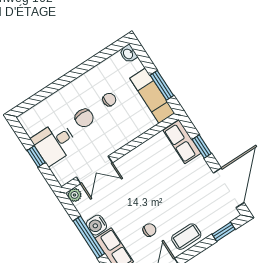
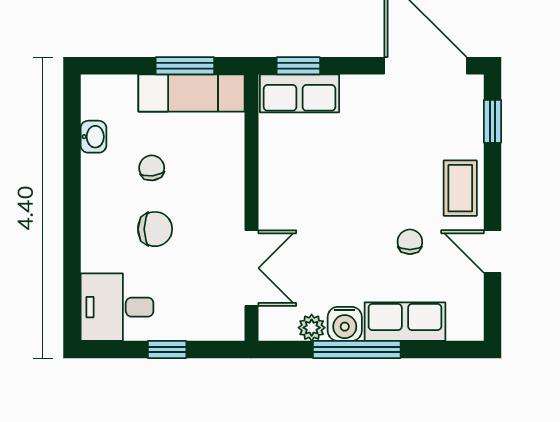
washbasin: (128, 54) -> (93, 137), moved, turned -90
desk: (55, 143) -> (117, 307), moved, turned 90
window: (202, 146) -> (298, 66), moved
plant: (75, 195) -> (312, 328), moved

